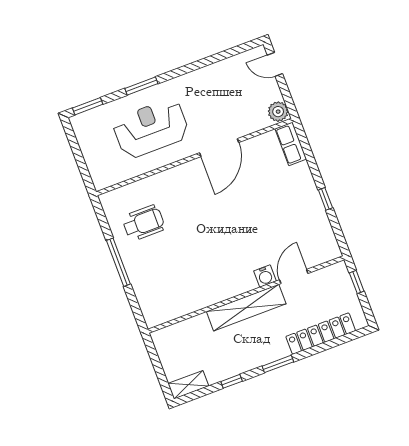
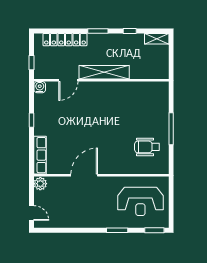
reception desk: (151, 128) -> (140, 201), moved
row of seats: (291, 144) -> (40, 155), width x1.48
water cooler: (265, 276) -> (40, 87), moved

